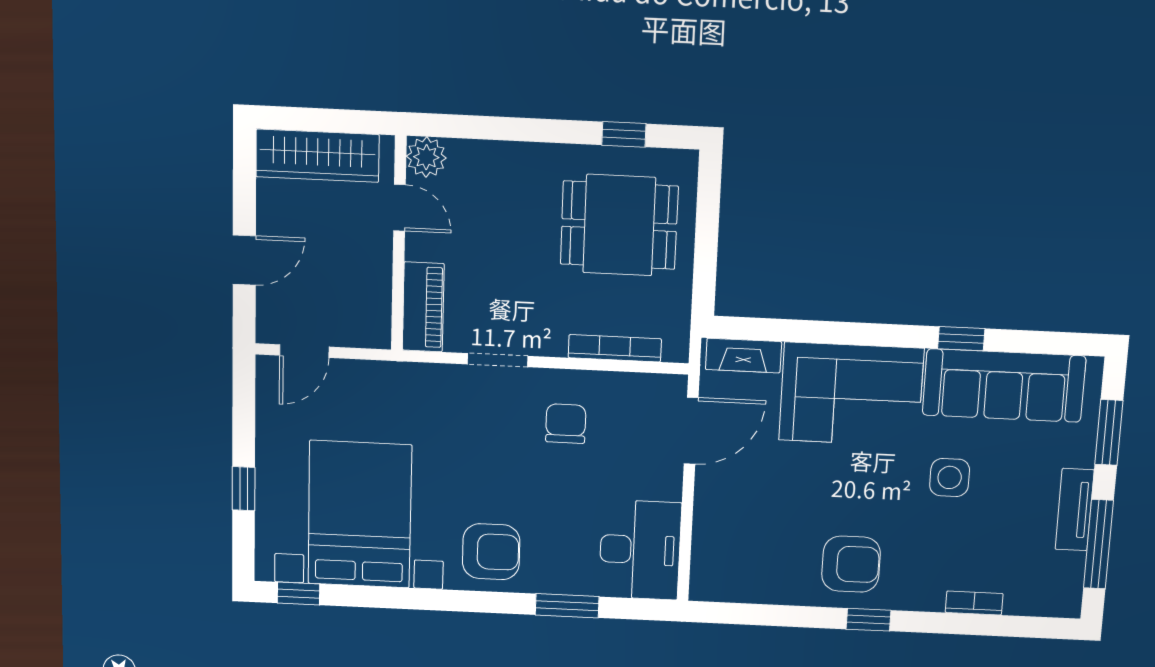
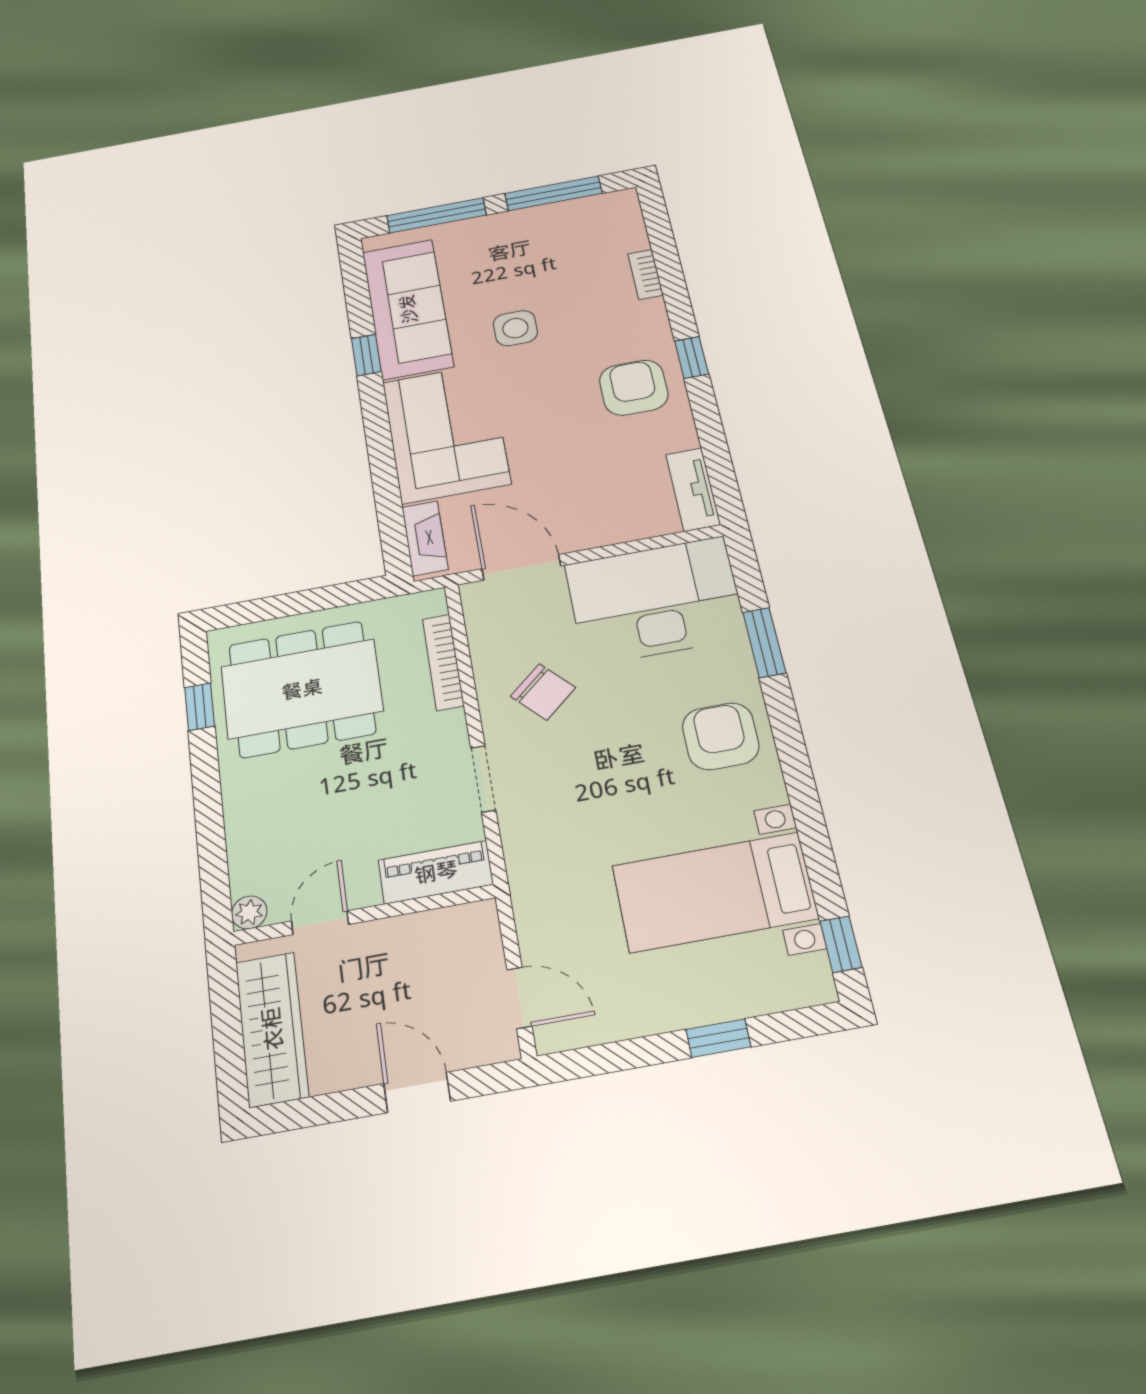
plant: (426, 157) -> (249, 912), width x0.73, depth x0.73
dining table: (619, 225) -> (302, 689), width x1.38
chair: (566, 424) -> (543, 692), turned -132
window: (1109, 432) -> (436, 215), width x1.44
tv unit: (1075, 510) -> (693, 489), moved, turned 90
bed with nightstands: (360, 514) -> (715, 892), width x0.73
desk: (640, 550) -> (655, 601), width x1.36, depth x1.30

